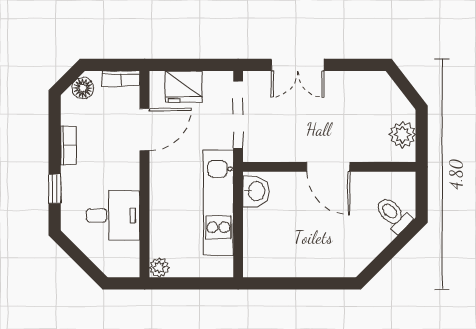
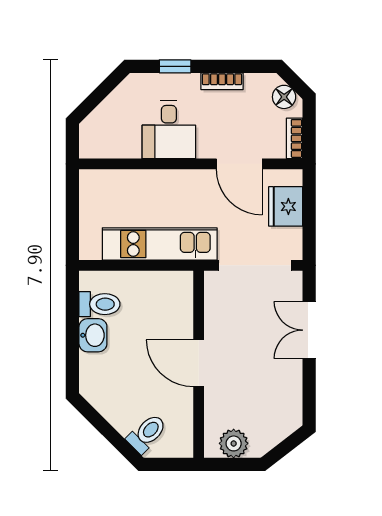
door: (328, 167) -> (199, 363), hinge flipped
washbasin: (256, 191) -> (93, 335), moved, turned -90
desk: (113, 215) -> (169, 130), moved
toilet: (274, 258) -> (99, 304), added
plant: (159, 267) -> (90, 180), removed

